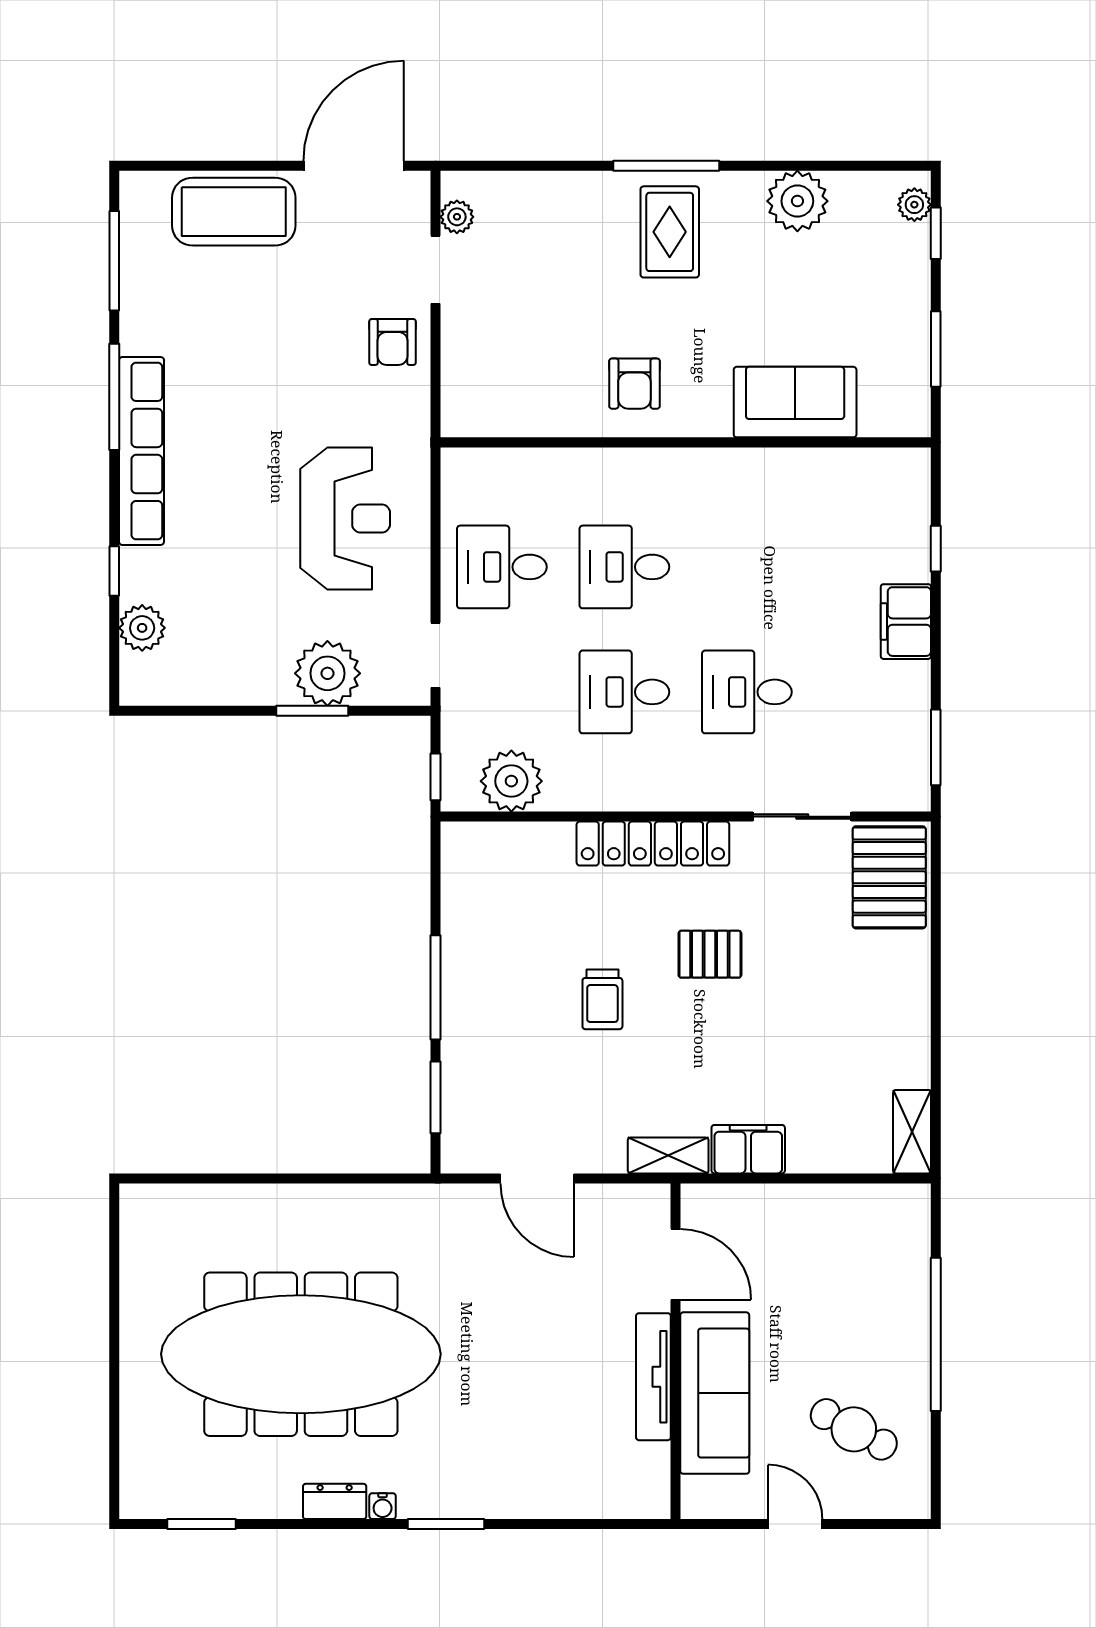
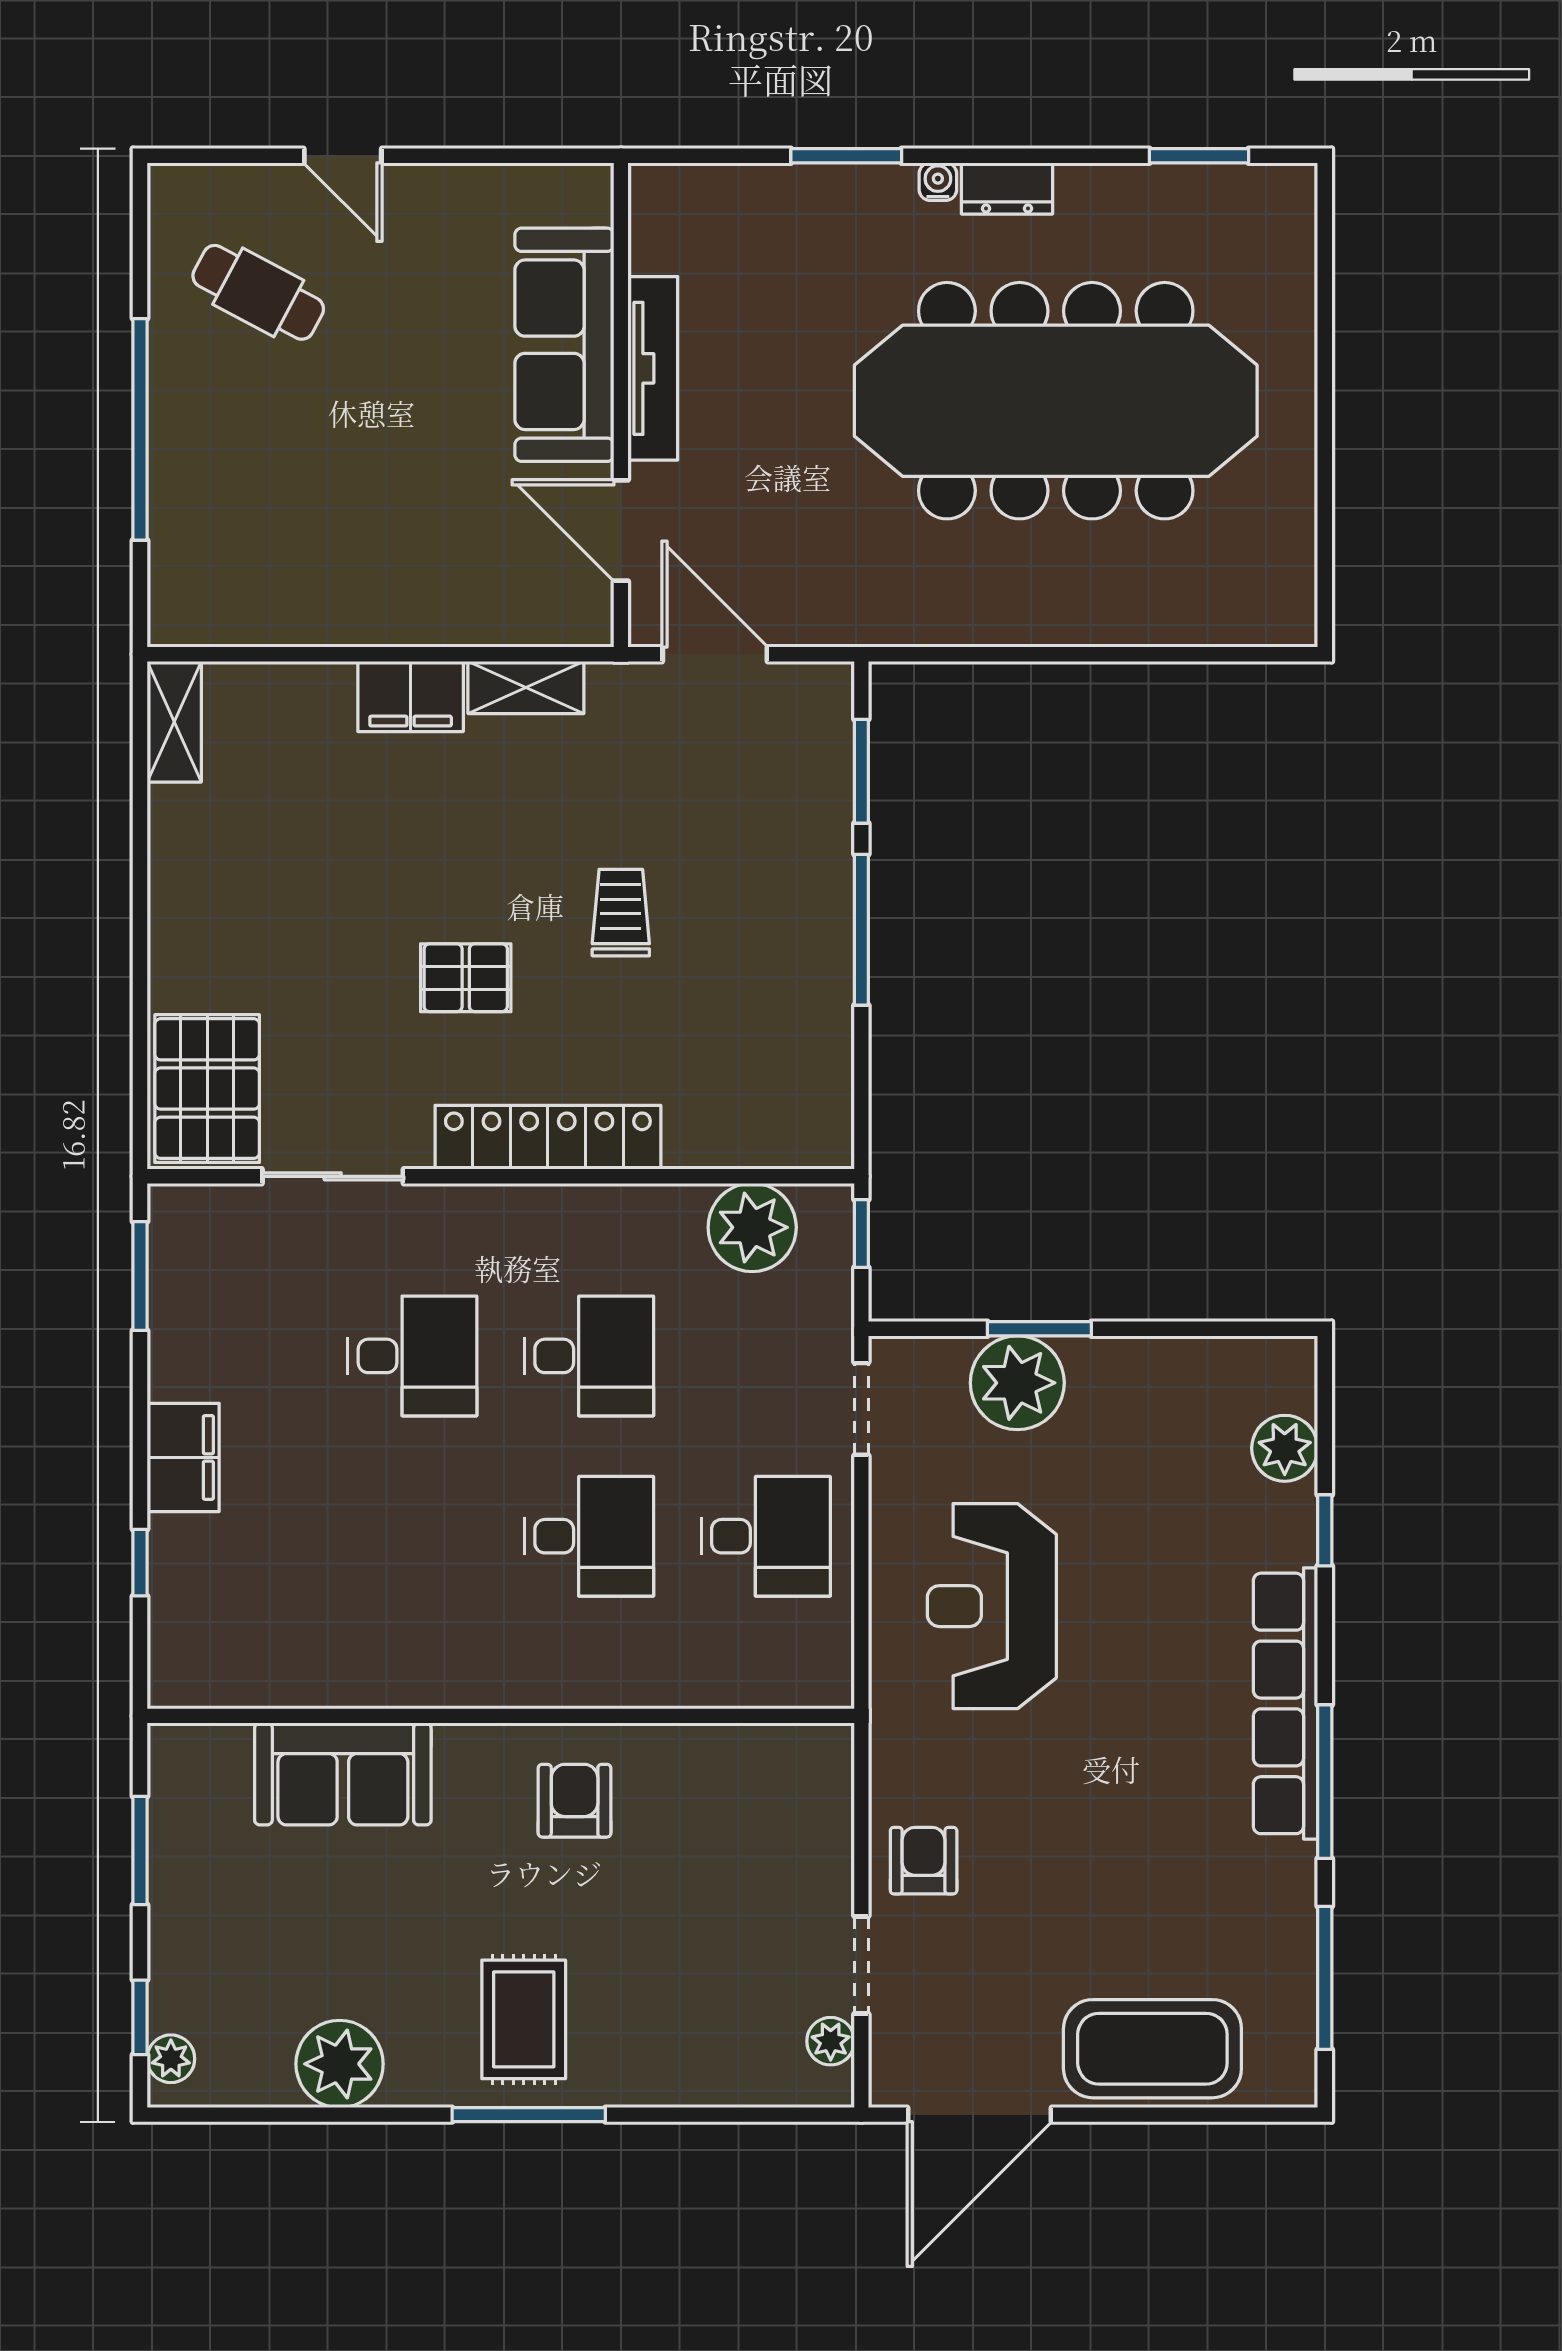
door: (676, 1264) -> (621, 531), moved
wall: (676, 1351) -> (621, 405), moved
tv unit: (653, 1377) -> (653, 368), moved
sofa: (715, 1393) -> (564, 345), moved

